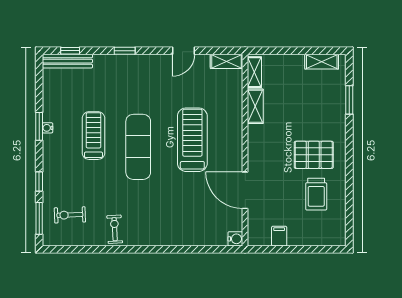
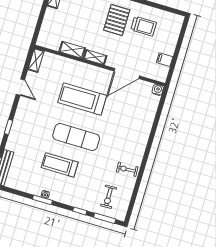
shelving: (254, 72) -> (95, 57), moved

